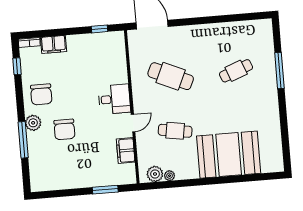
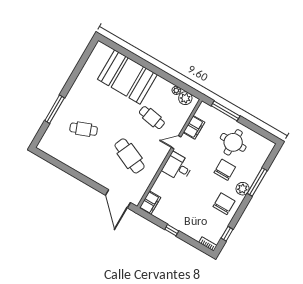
window: (100, 29) -> (172, 230), moved
filing cabinet: (54, 44) -> (150, 203), moved, turned 90
round table: (75, 163) -> (233, 142), added
window: (105, 190) -> (226, 111), width x1.44

